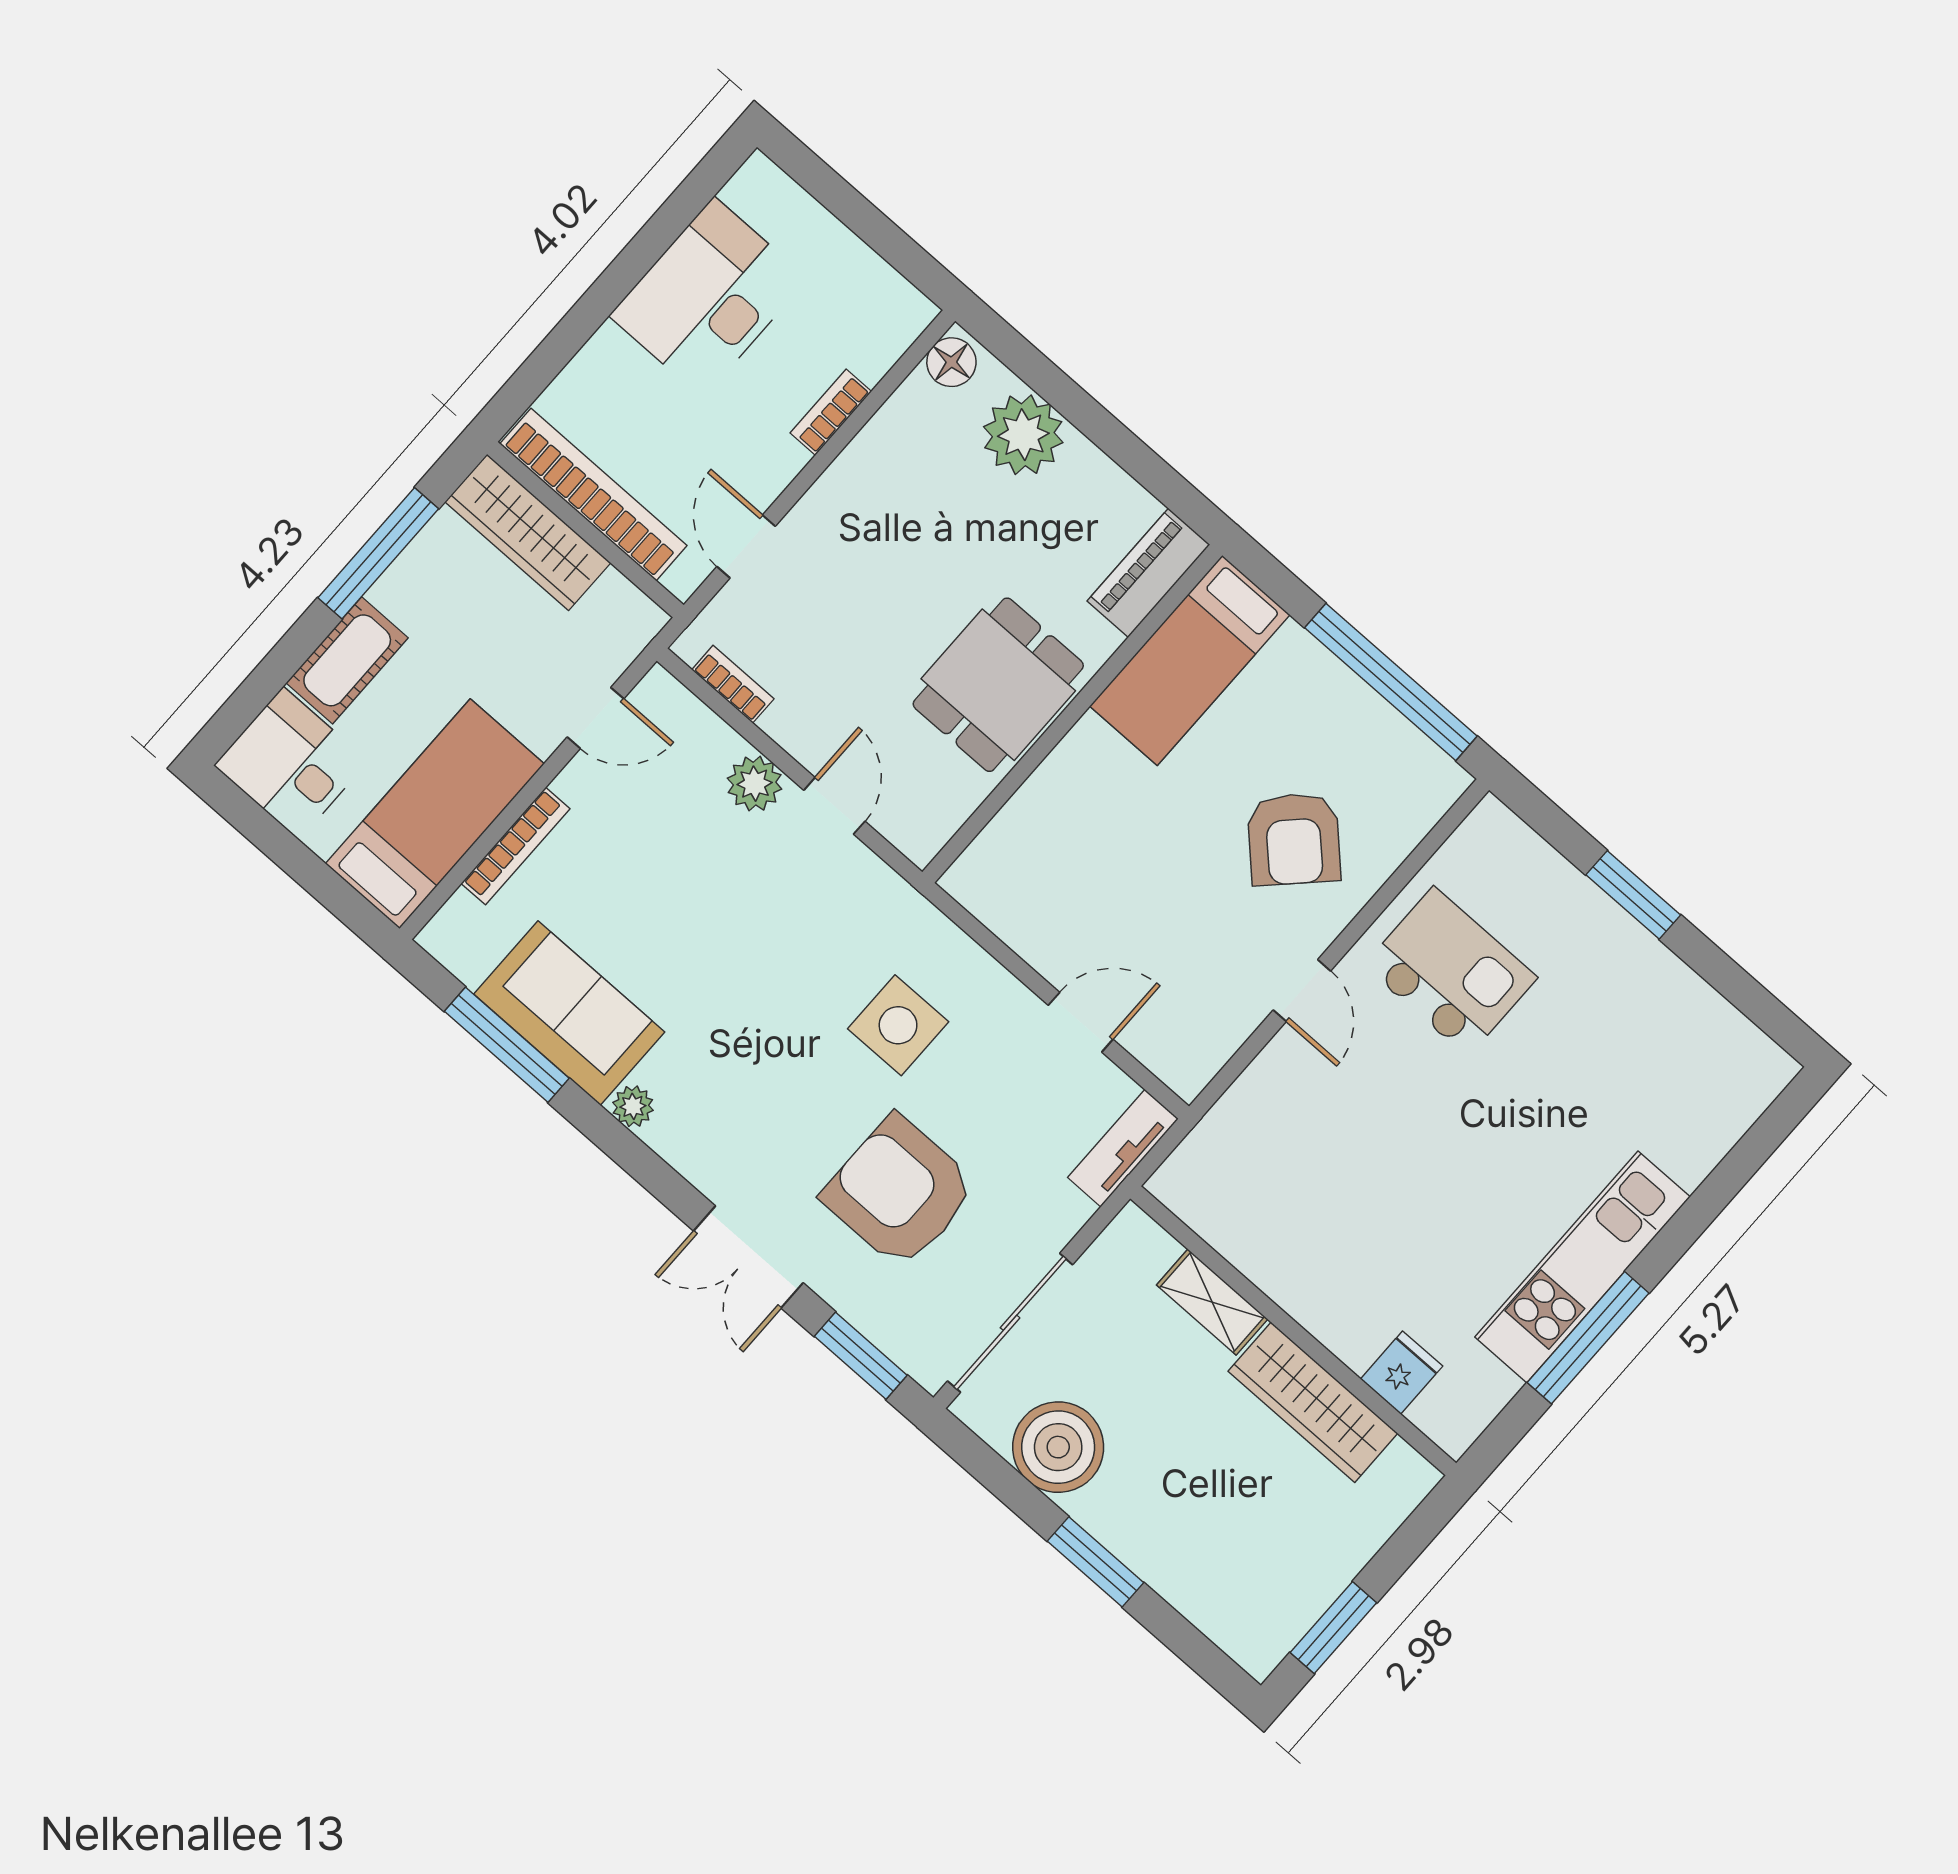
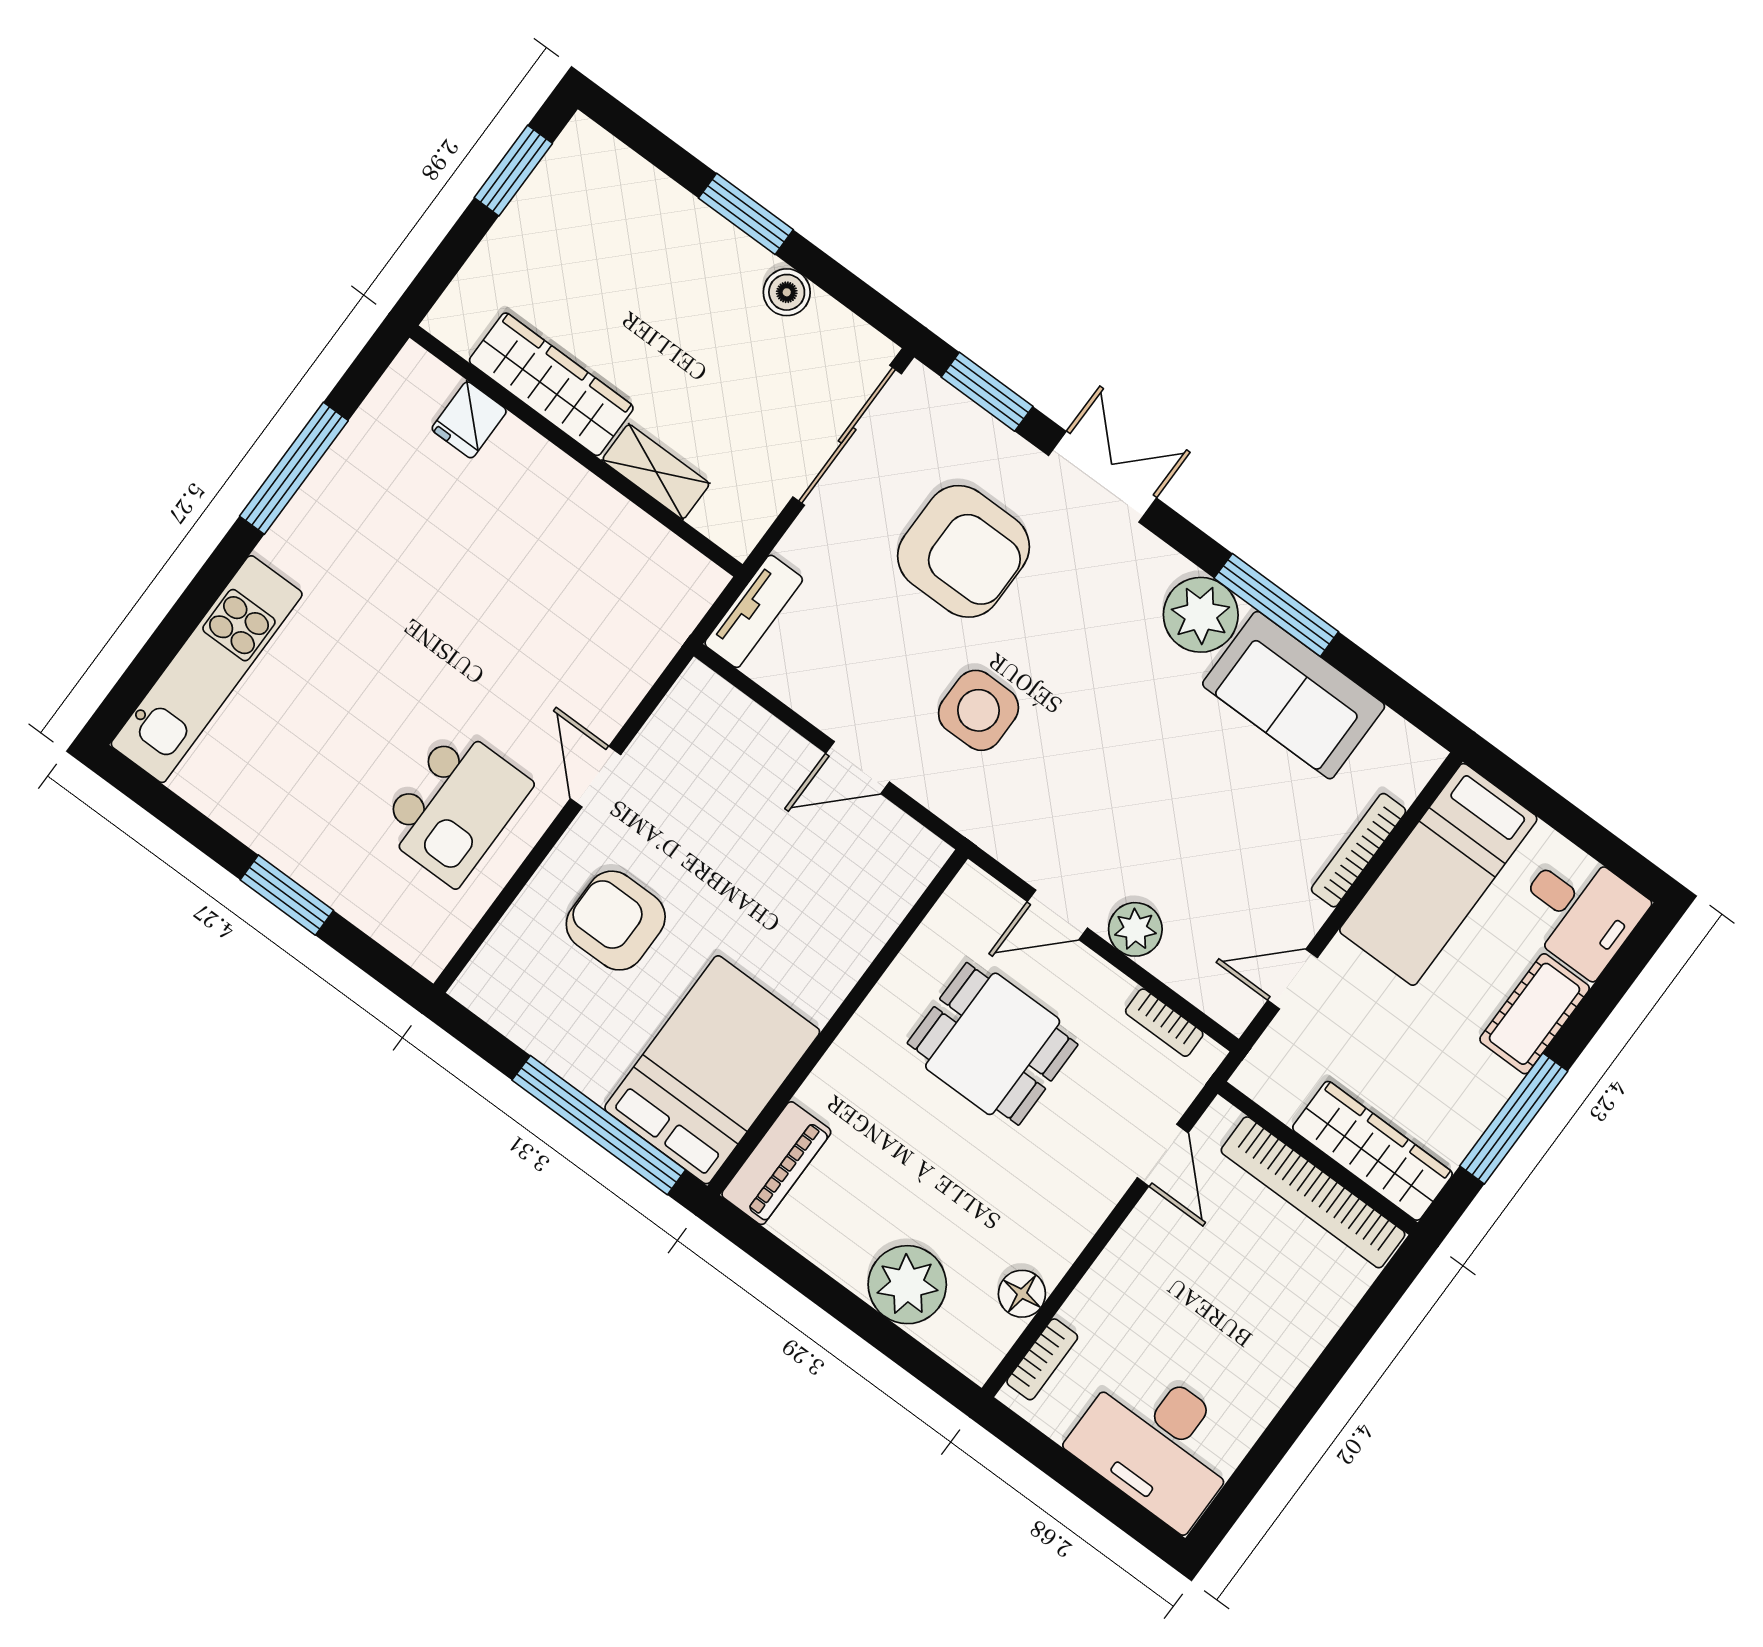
desk: (708, 297) -> (1158, 1443), moved, turned 90
floor lamp: (951, 362) -> (1022, 1294), moved
bookcase: (831, 412) -> (1042, 1359), moved
bed: (1190, 660) -> (712, 1070), width x1.50
window: (1391, 682) -> (599, 1125), moved
dining table: (998, 685) -> (993, 1044), moved, turned 90
door: (834, 806) -> (1057, 915), hinge flipped
armchair: (1294, 839) -> (616, 921), turned -45
kitchen island: (1451, 972) -> (455, 807), turned -90
door: (1081, 1022) -> (858, 768), moved
window: (507, 1045) -> (1276, 605), moved
plant: (633, 1106) -> (1201, 615), width x1.88, depth x1.88
kitchen unit: (1582, 1267) -> (207, 669), moved
boiler: (1058, 1447) -> (787, 292), width x0.54, depth x0.54

